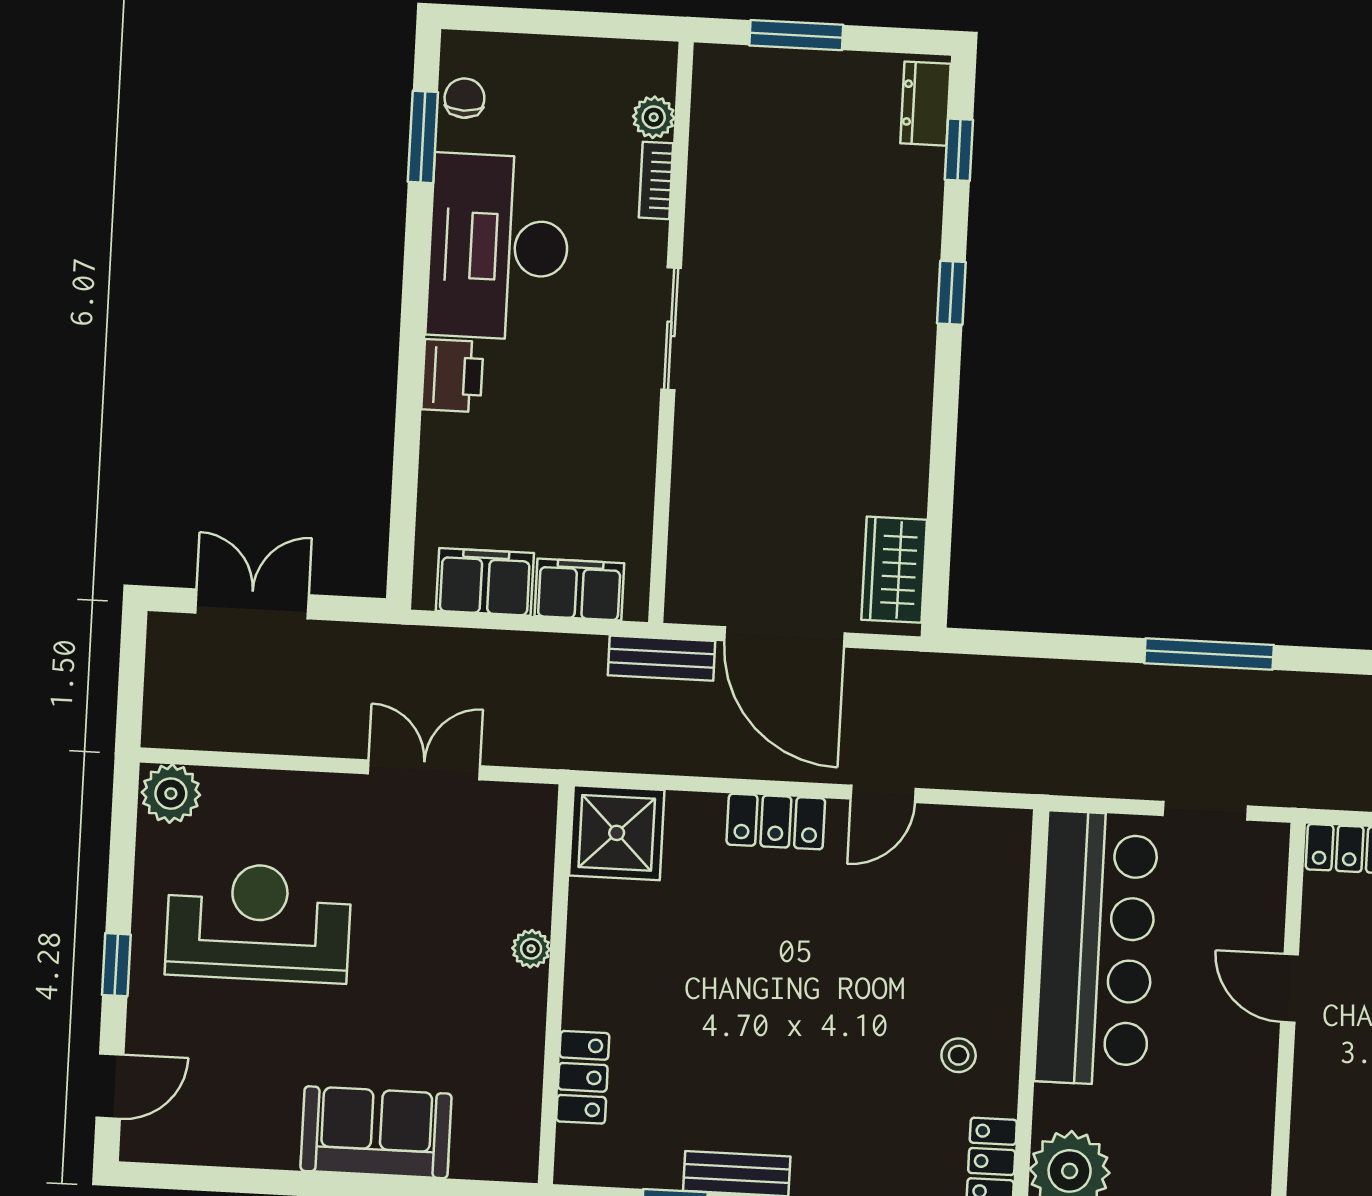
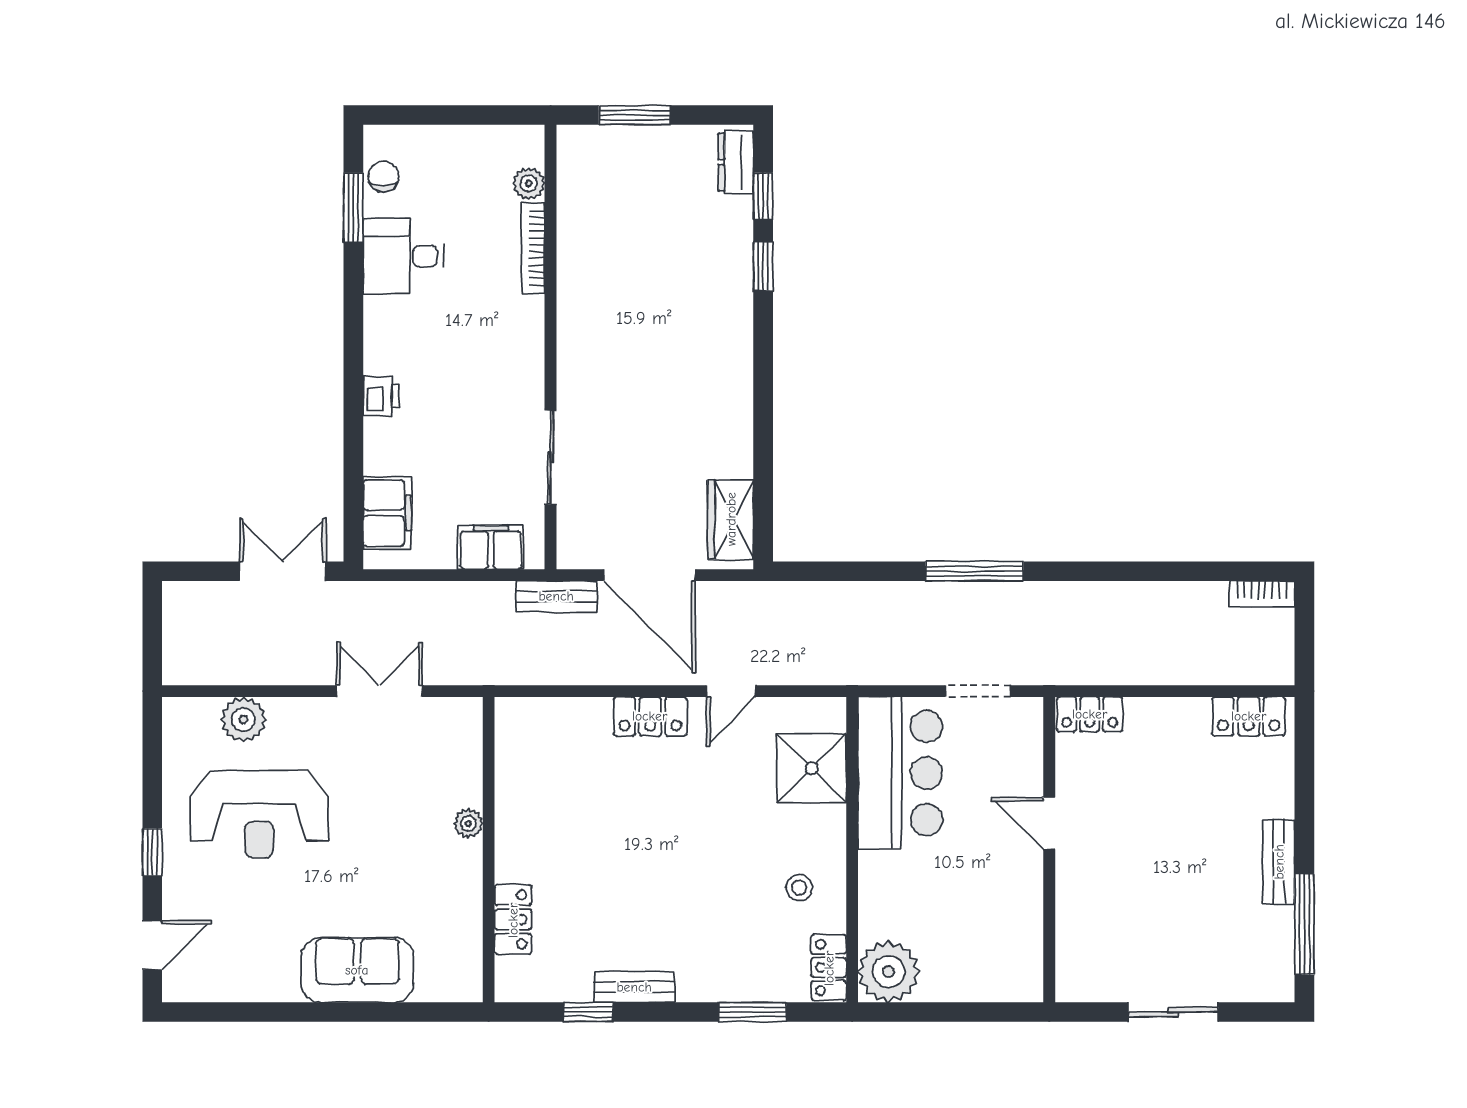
bookcase: (656, 180) -> (533, 248), width x1.56
desk: (499, 247) -> (403, 256), width x0.53, depth x0.77
window: (951, 293) -> (763, 266), moved
sliding door: (671, 329) -> (551, 457), moved
printer: (452, 376) -> (381, 396), width x0.73, depth x0.81
filing cabinet: (485, 582) -> (387, 513), moved, turned 90
double door: (252, 604) -> (283, 571), moved
plant: (171, 794) -> (243, 719), moved
shower: (617, 833) -> (812, 768), moved
reception desk: (258, 922) -> (259, 814), turned 180
bar counter: (1096, 949) -> (900, 773), width x0.73

